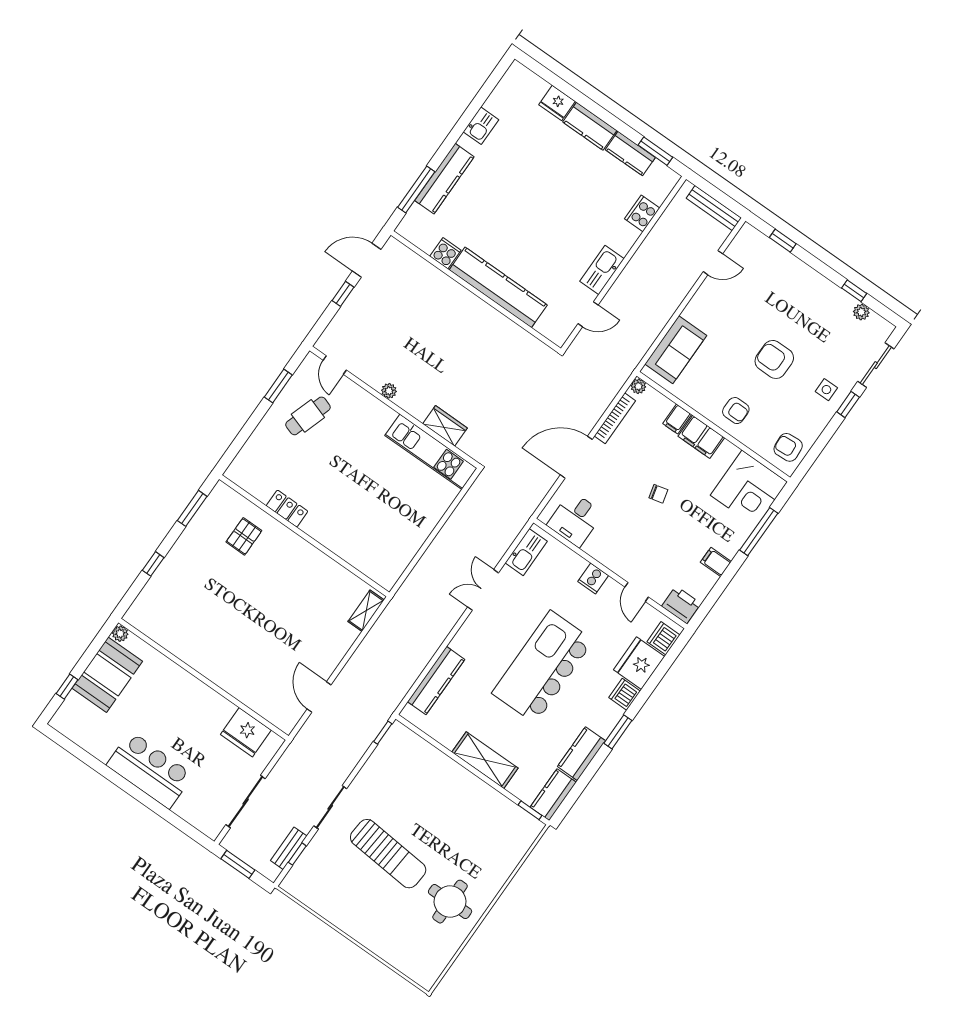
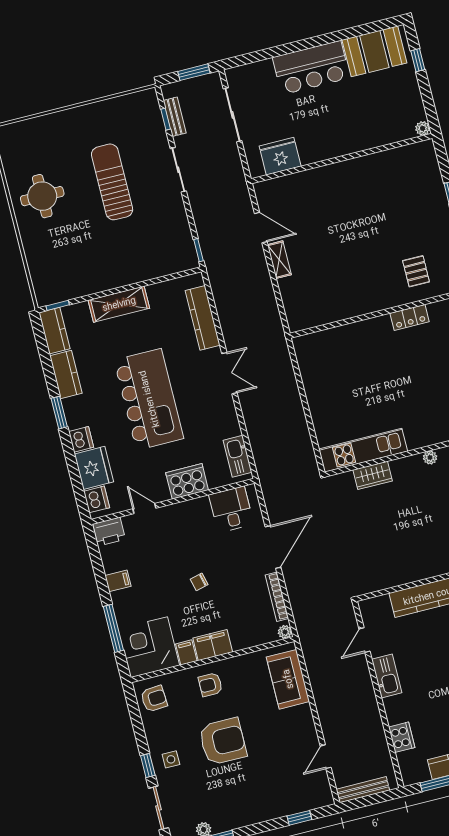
armchair: (774, 359) -> (223, 741), width x1.36, depth x1.36
filing cabinet: (677, 419) -> (186, 652), moved
cooker: (593, 579) -> (187, 481), width x1.87, depth x1.31
double door: (483, 590) -> (229, 373), moved
shelving: (366, 611) -> (279, 260), moved
booth: (107, 675) -> (374, 51), moved, turned 90
sun lounger: (388, 854) -> (112, 182), turned 85

